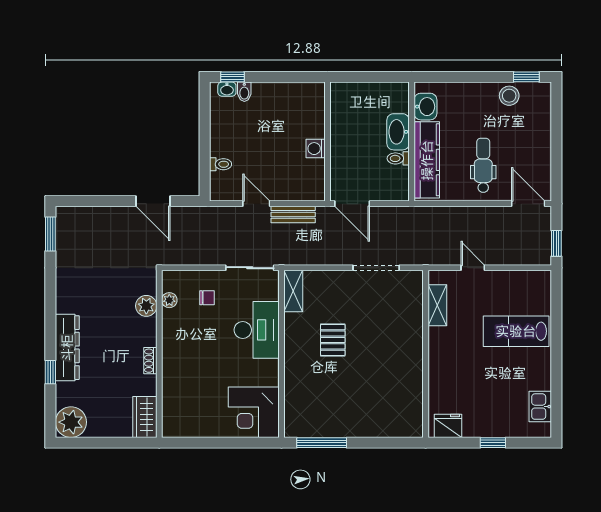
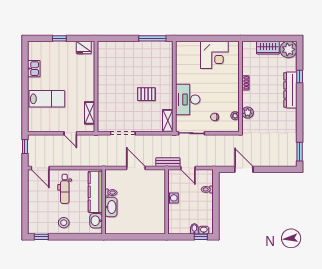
stool: (509, 96) -> (64, 223), moved
wall: (327, 142) -> (167, 202), moved
washing machine: (316, 149) -> (173, 198), moved
pallet: (333, 340) -> (146, 94), turned 90
kitchen sink: (540, 407) -> (34, 69), moved
corner desk: (254, 412) -> (214, 55), moved, turned 90
wardrobe: (145, 417) -> (268, 48), moved, turned 90

